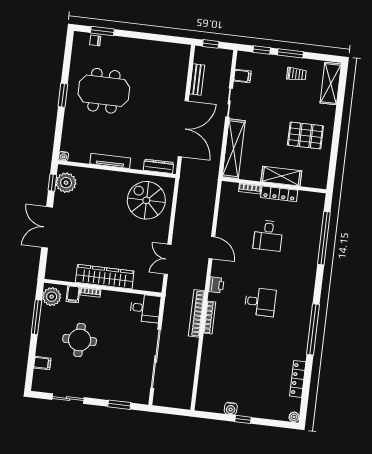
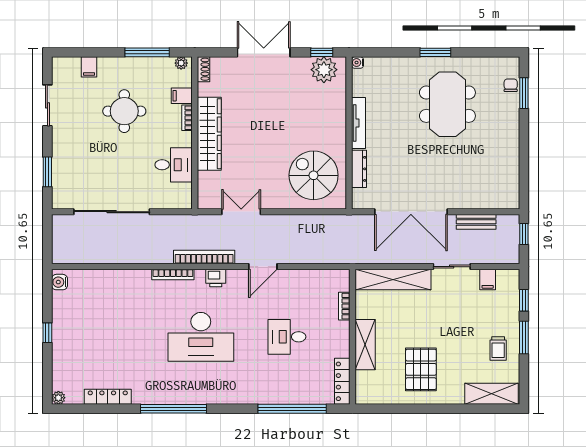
dresser: (158, 166) -> (359, 169), moved
locker: (279, 194) -> (342, 381), moved
spiral stairs: (146, 200) -> (314, 175), turned -90
shoe rack: (55, 275) -> (203, 69), added
plant: (52, 297) -> (181, 63), width x0.53, depth x0.53
desk: (260, 302) -> (201, 337), width x1.87, depth x1.30
desk: (145, 308) -> (174, 165), moved, turned -90
bookcase: (197, 313) -> (204, 257), moved
water cooler: (231, 409) -> (60, 282), moved

